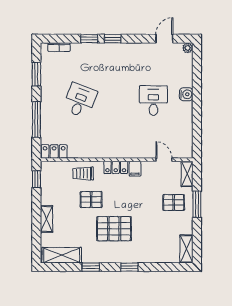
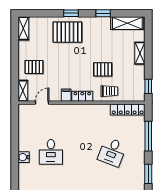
locker: (54, 151) -> (128, 109), width x1.53
door: (164, 160) -> (42, 103), swing flipped
window: (197, 204) -> (15, 66), removed
pallet: (114, 229) -> (67, 32), moved

